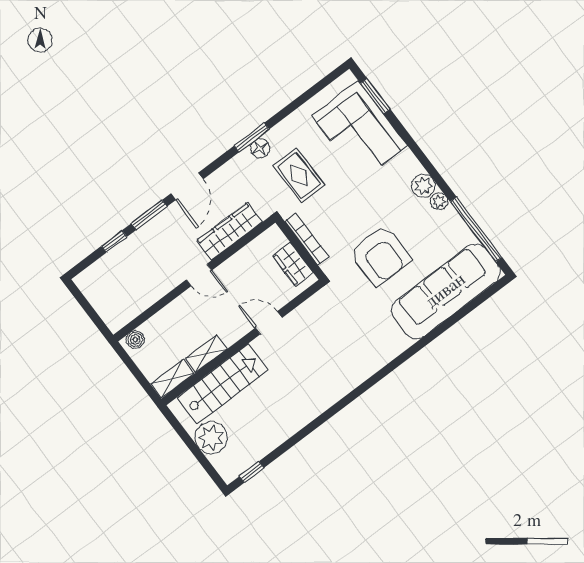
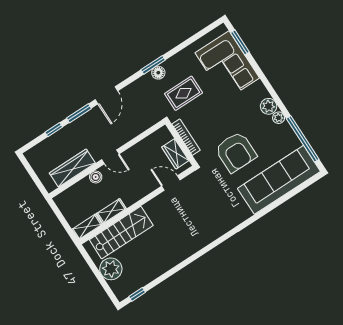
rug: (299, 175) -> (184, 93), turned 90
wardrobe: (229, 231) -> (72, 168), moved
door: (269, 323) -> (171, 183), moved
boiler: (135, 340) -> (96, 177), moved

